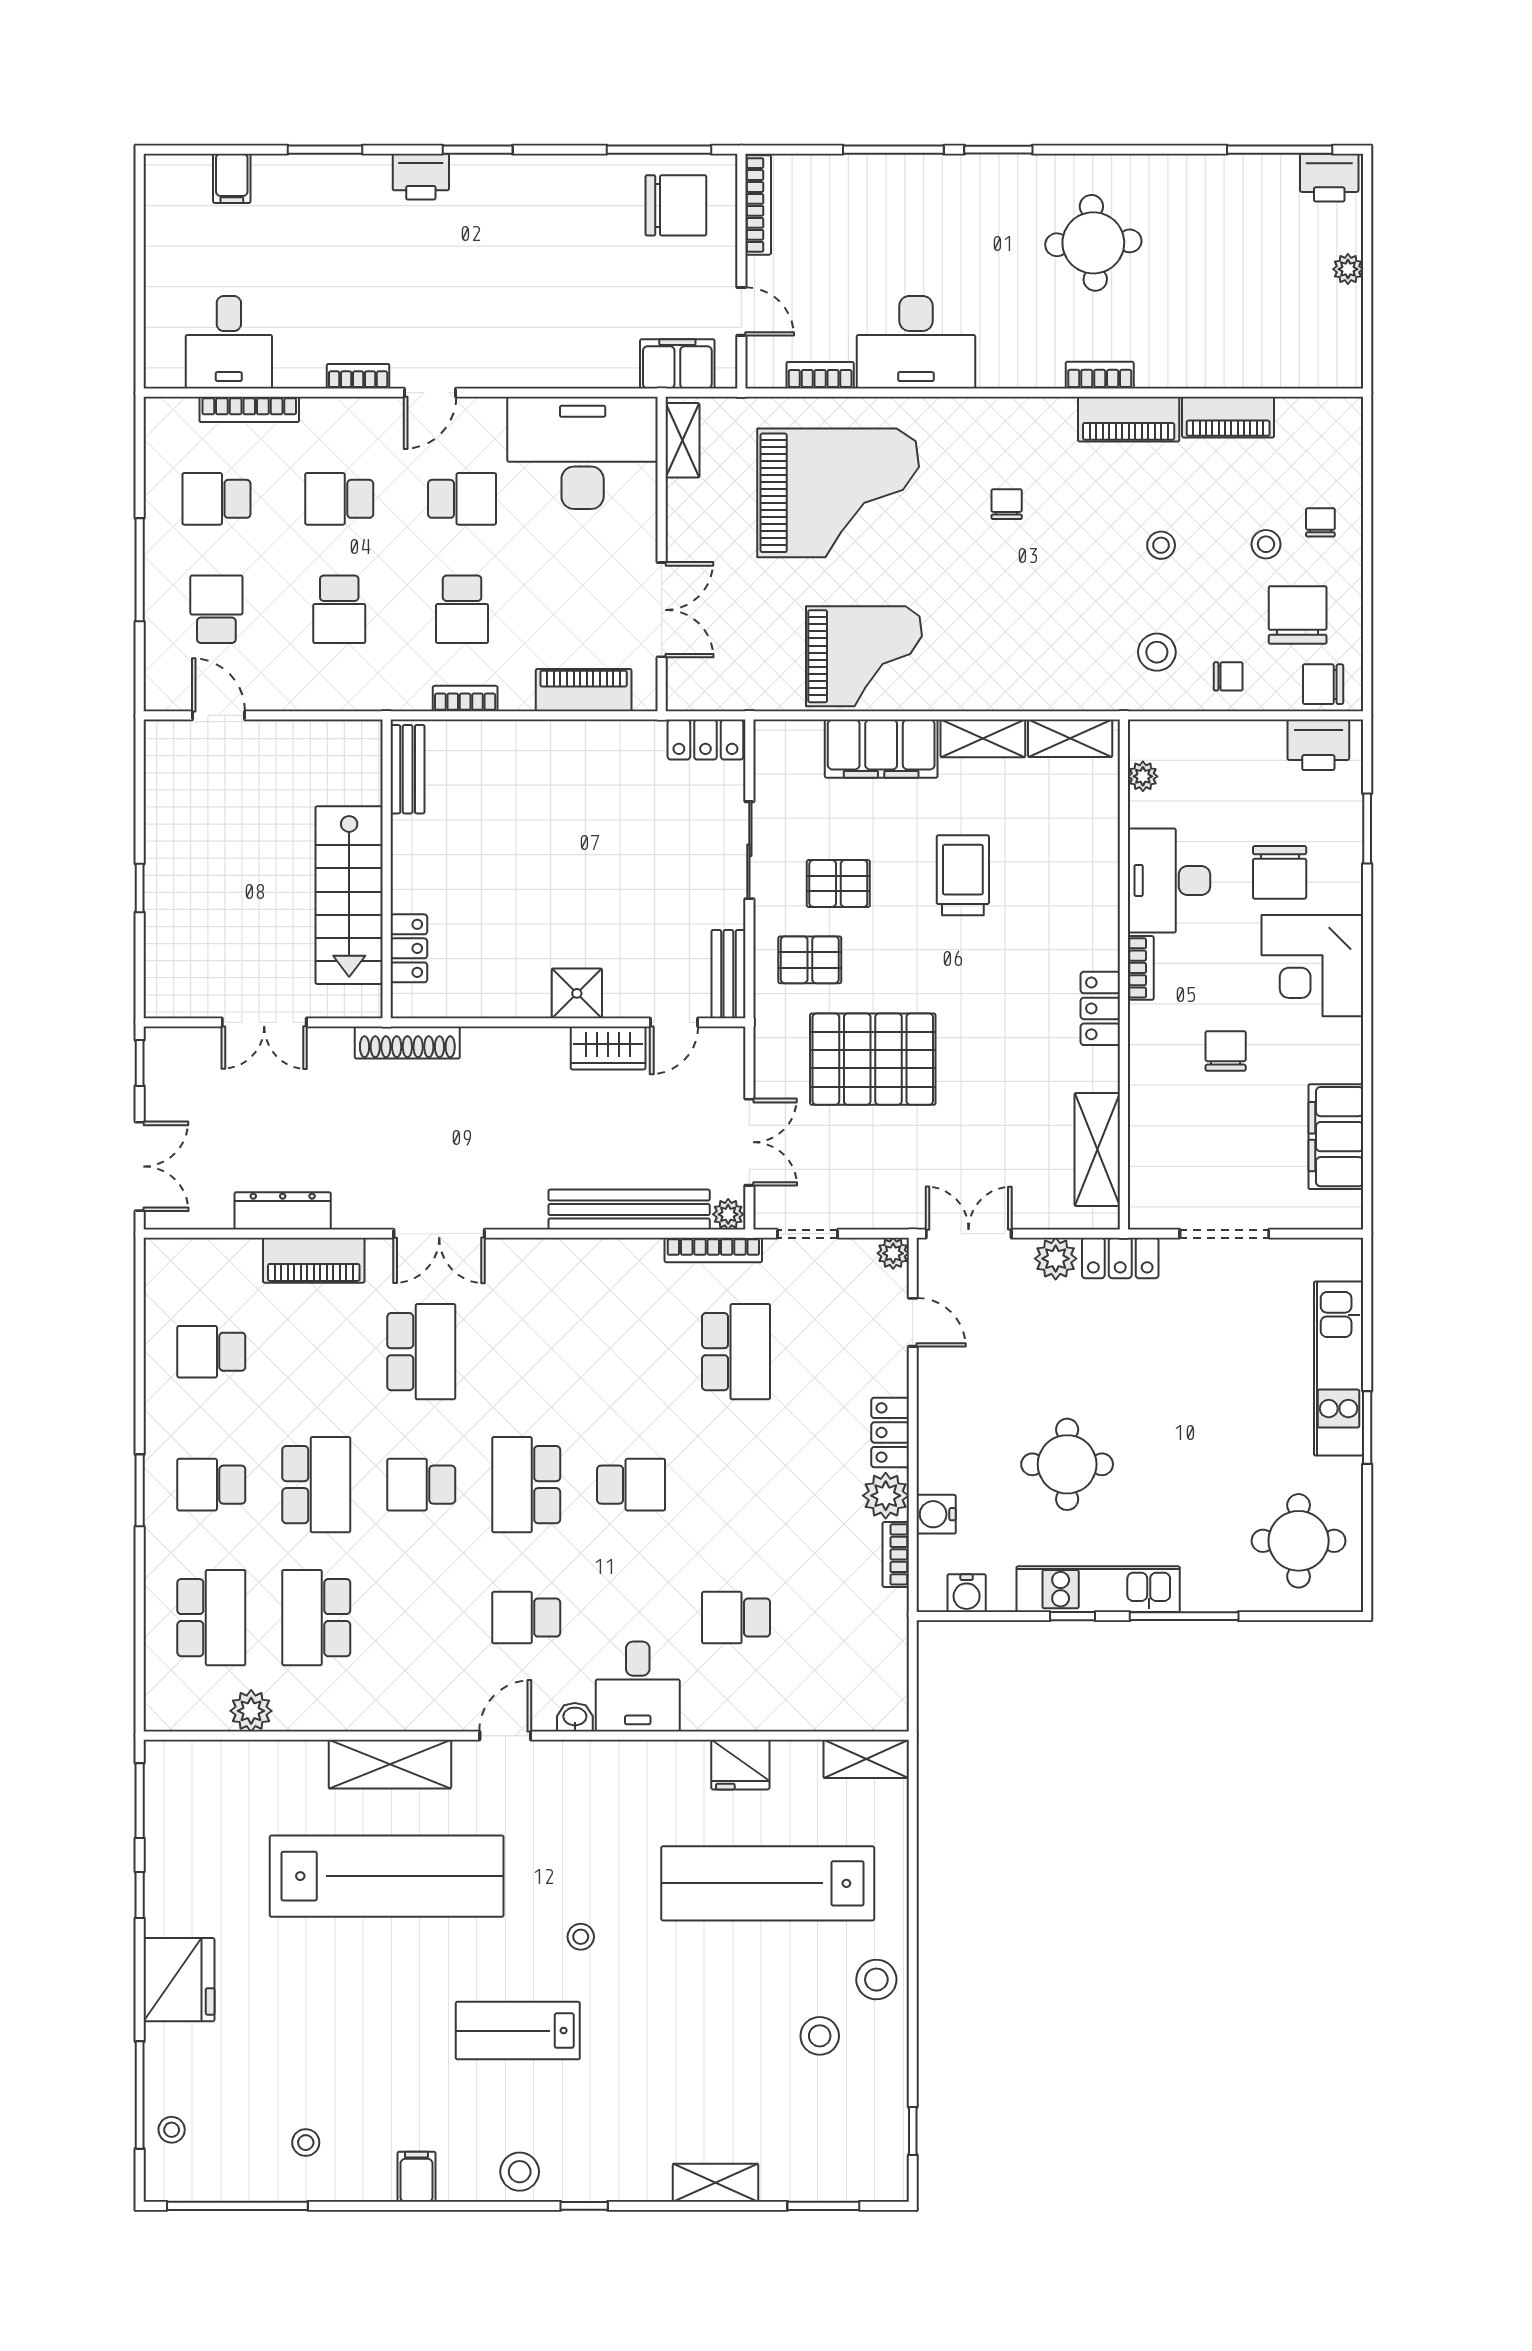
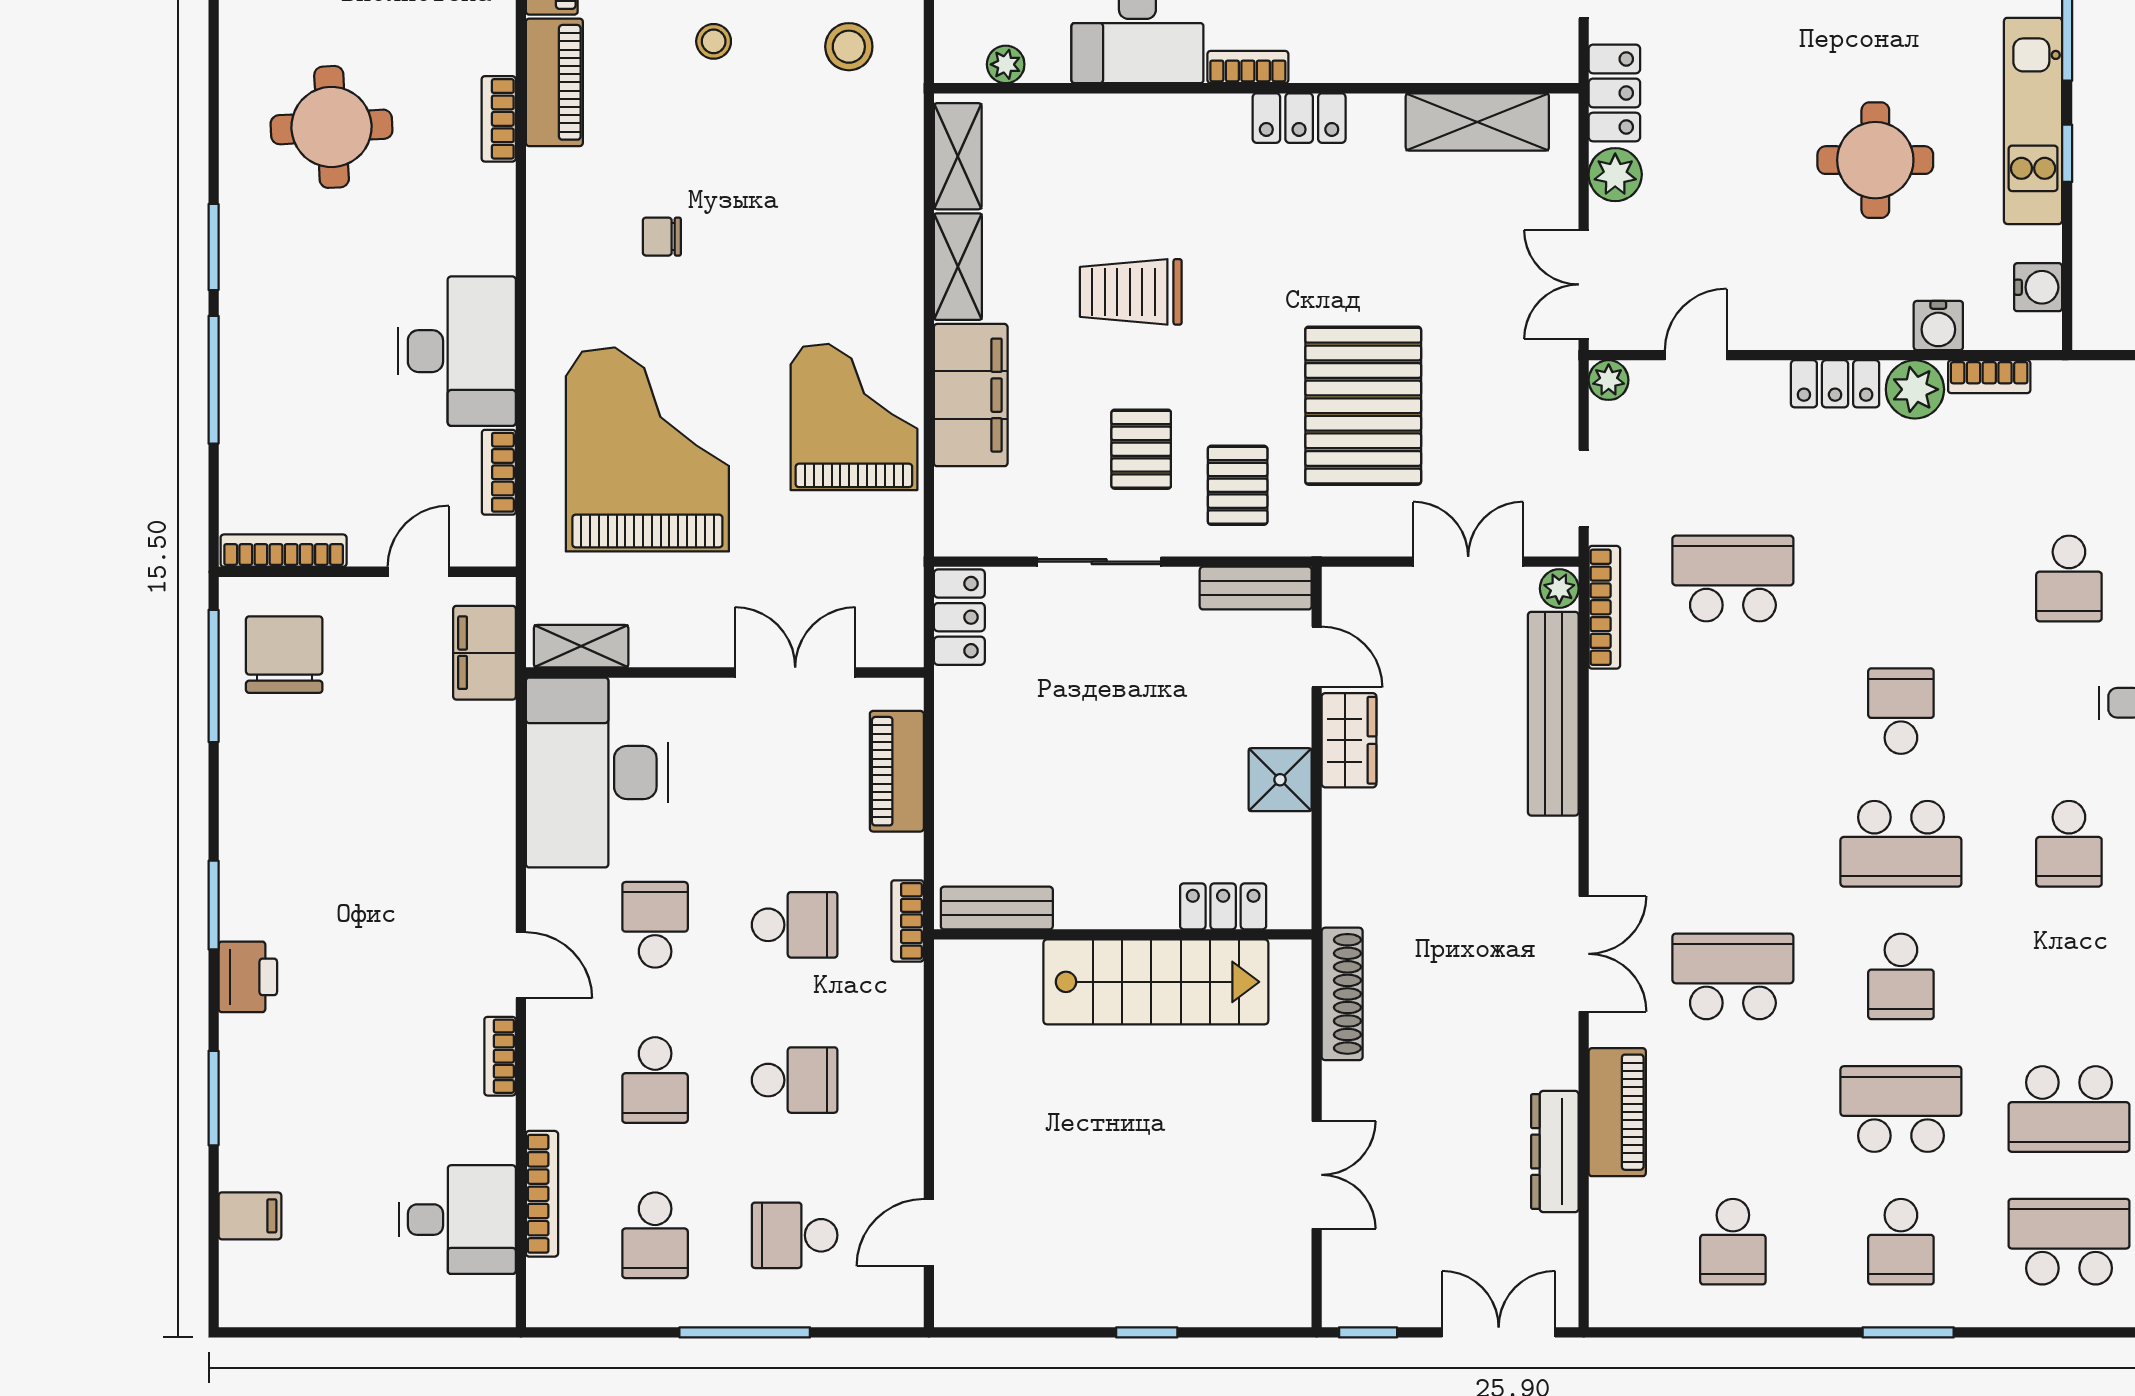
bench: (408, 769) -> (997, 908), moved
wall: (387, 869) -> (1123, 934), moved
stairs: (349, 895) -> (1156, 982), moved
locker: (409, 948) -> (1223, 906), moved

